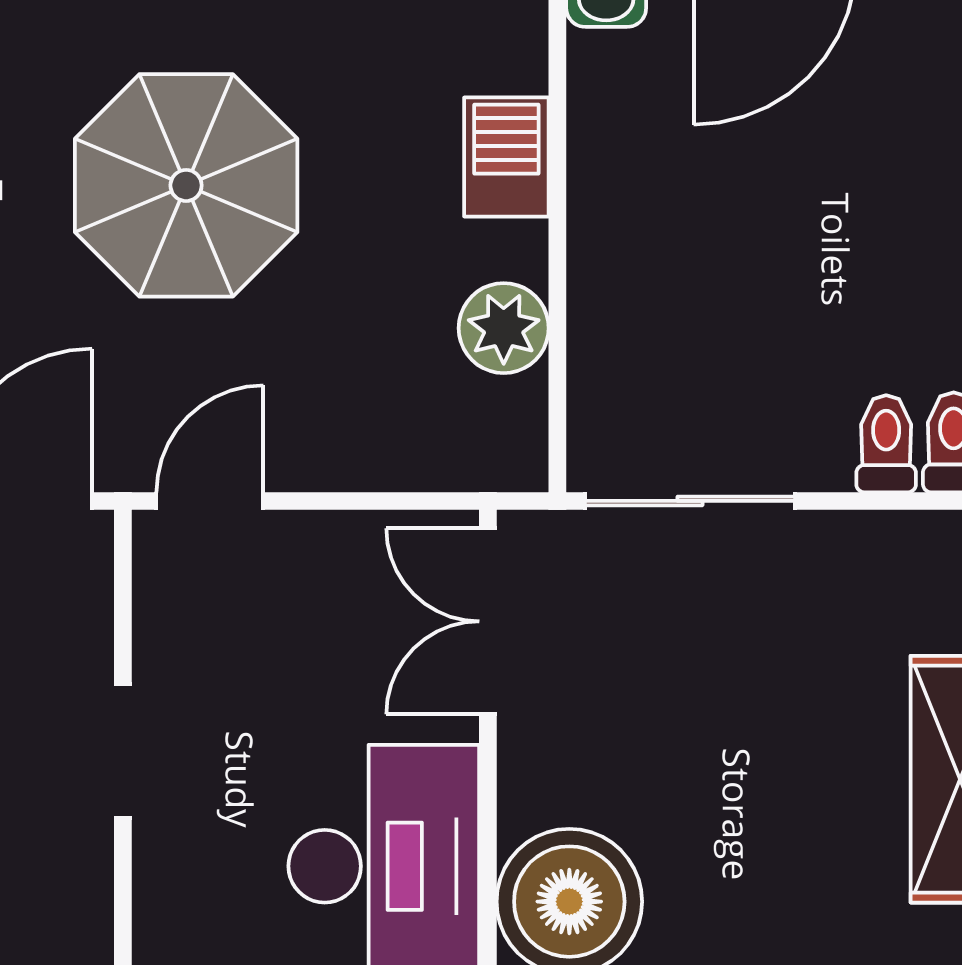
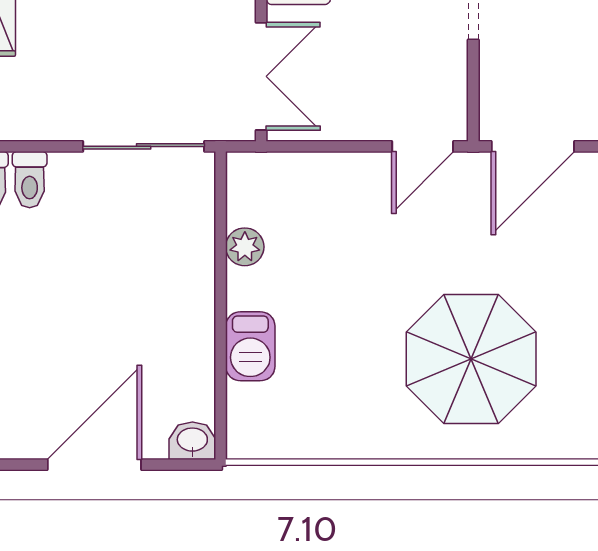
parasol: (186, 185) -> (471, 359), moved
plant: (504, 328) -> (245, 247), width x0.73, depth x0.73

